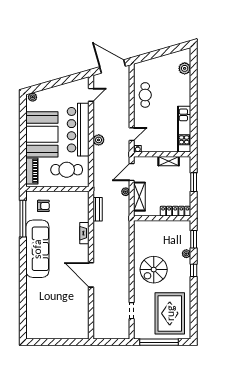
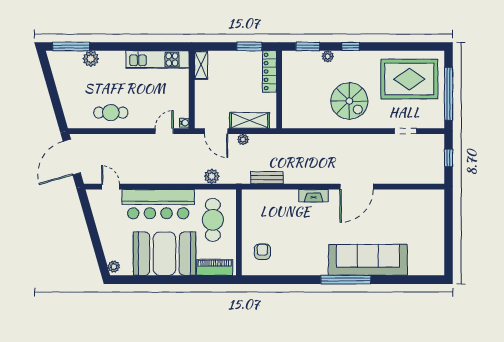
window: (194, 66) -> (71, 46), added
plant: (185, 68) -> (91, 59), moved
door: (132, 134) -> (164, 131), hinge flipped
plant: (99, 140) -> (212, 176), moved
shelving: (169, 161) -> (201, 65), moved
window: (194, 182) -> (249, 46), moved
window: (23, 219) -> (346, 280), moved
fireplace: (84, 233) -> (314, 196), moved
sofa: (37, 249) -> (368, 260), moved
window: (112, 342) -> (449, 158), added

